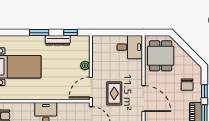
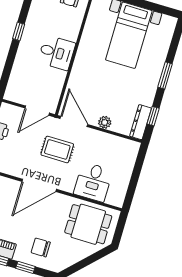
dresser: (58, 40) -> (140, 122), moved
desk: (130, 47) -> (93, 182), moved

